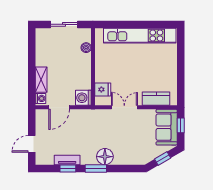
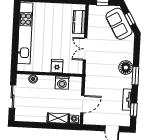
fridge: (103, 89) -> (57, 66), moved
washing machine: (83, 98) -> (62, 83), moved
door: (59, 107) -> (82, 104), hinge flipped
sofa: (167, 127) -> (119, 24), moved, turned 60
window: (68, 168) -> (134, 110), moved

